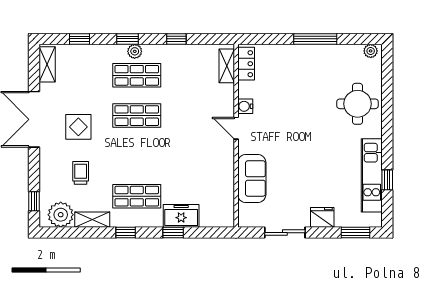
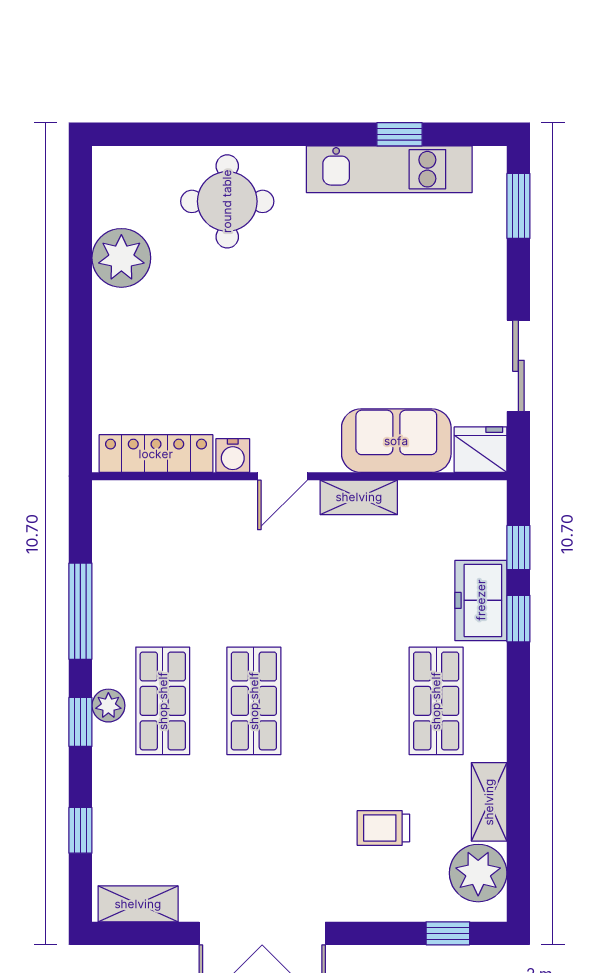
window: (176, 39) -> (80, 611), width x2.17
window: (315, 39) -> (80, 297), removed
plant: (371, 51) -> (121, 258), moved, width x1.88, depth x1.88
locker: (246, 64) -> (156, 454), width x1.53
shelving: (227, 66) -> (359, 497), moved
display table: (78, 127) -> (280, 833), removed
fridge: (322, 217) -> (481, 450), moved, turned 90
window: (126, 233) -> (518, 548), moved

